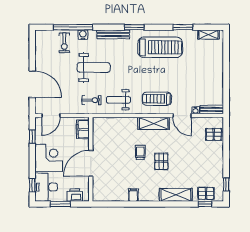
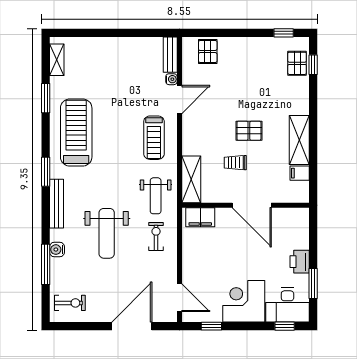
window: (73, 27) -> (46, 264), width x0.68
exercise bike: (64, 43) -> (70, 303), moved
weight bench: (94, 67) -> (107, 233), turned 180
shelving: (154, 123) -> (191, 179), moved
filing cabinet: (83, 129) -> (200, 217), moved
wall: (91, 159) -> (246, 205), moved
door: (91, 163) -> (252, 205), moved
shelving: (176, 195) -> (299, 140), moved

